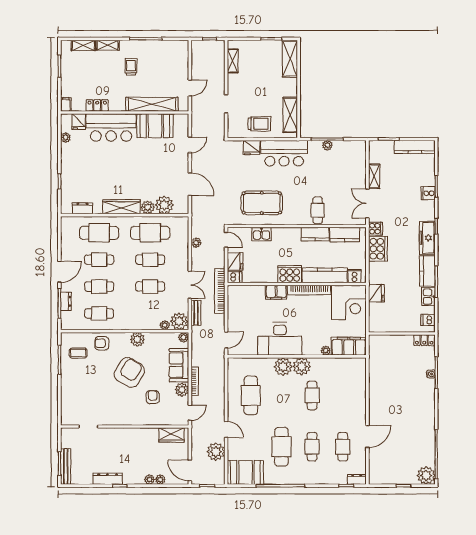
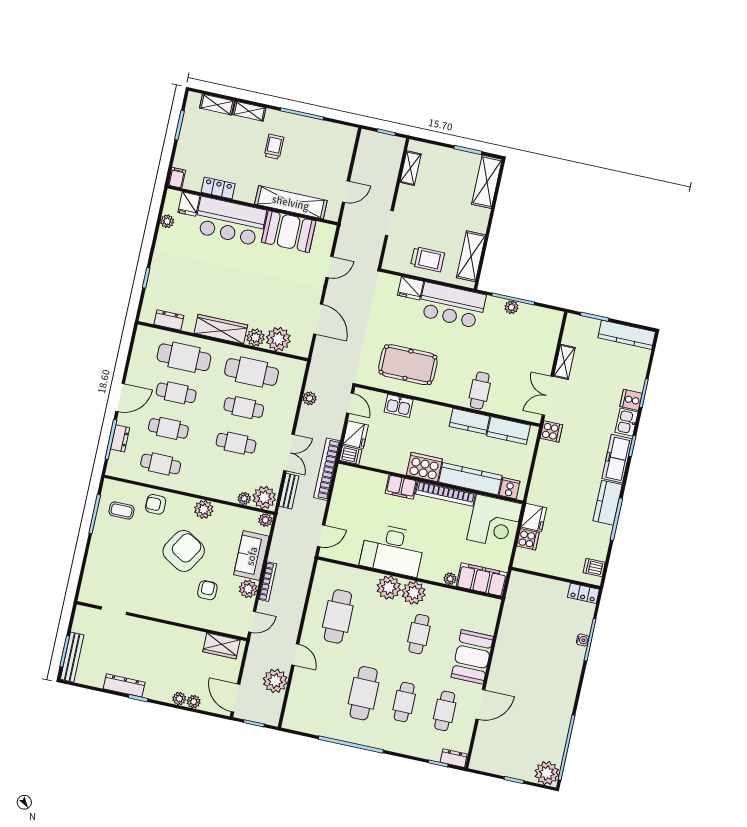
cooker: (378, 249) -> (528, 539), moved, width x0.53, depth x0.76
kitchen sink: (428, 297) -> (626, 422), moved
booth: (245, 472) -> (472, 657), moved, turned 90

